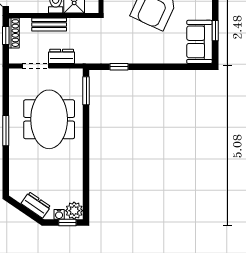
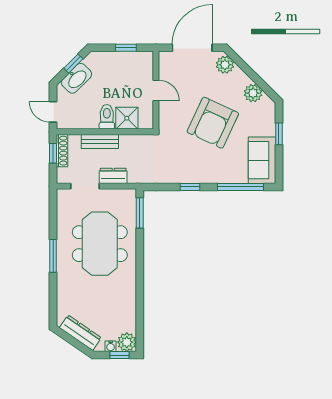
window: (215, 31) -> (279, 134), moved
window: (119, 67) -> (190, 187), moved
window: (180, 67) -> (240, 187), added
dresser: (36, 205) -> (80, 333), width x1.44

